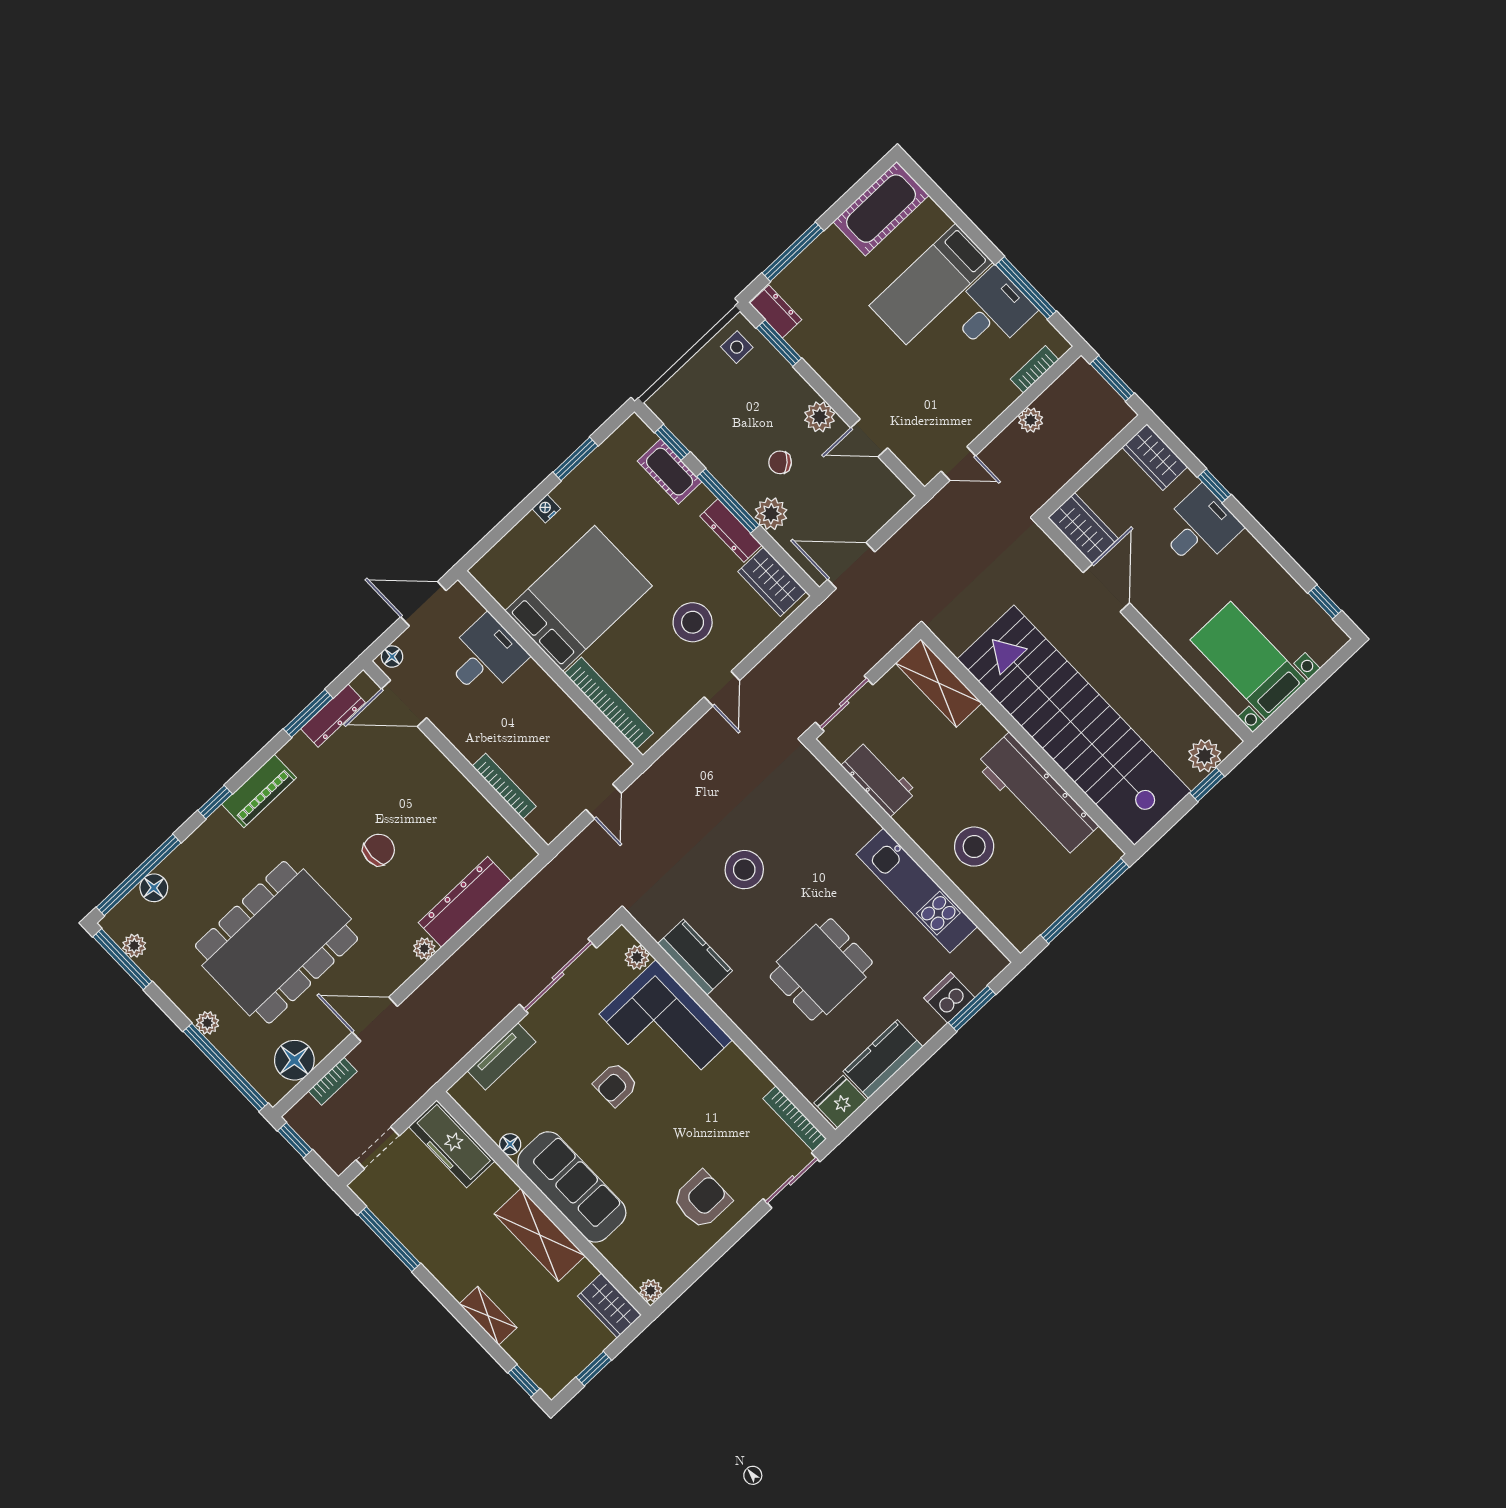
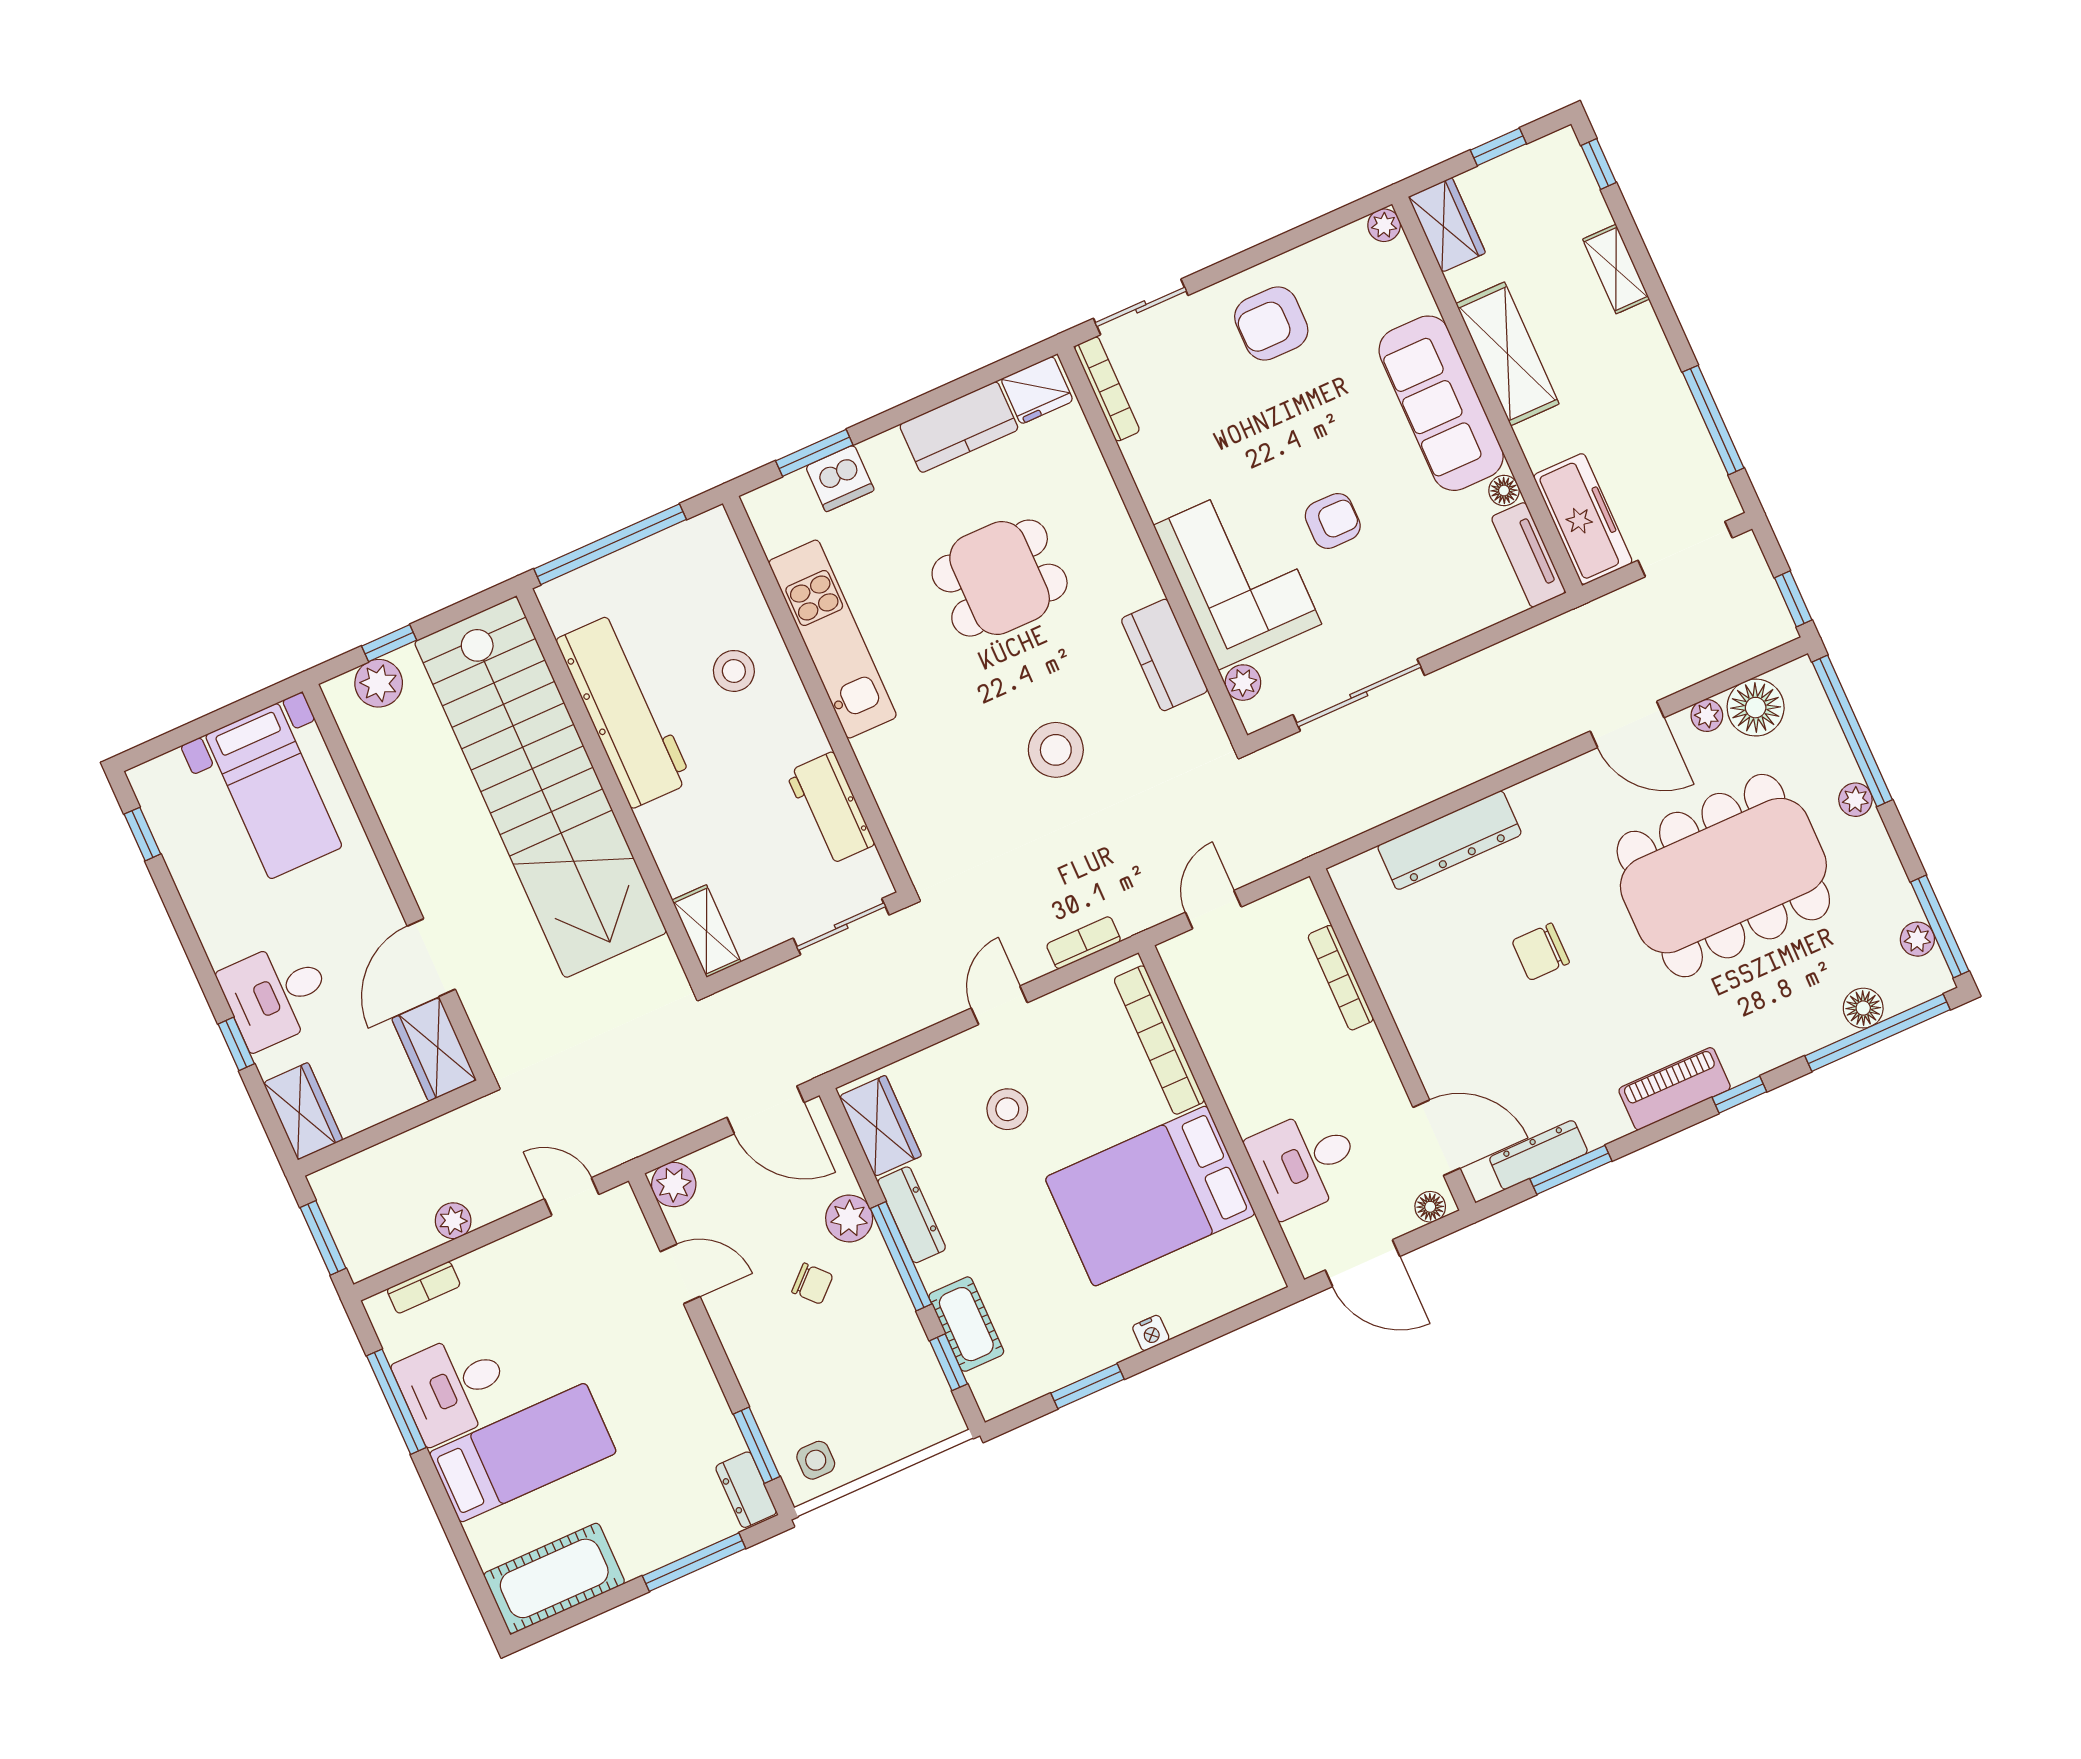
plant: (820, 417) -> (674, 1185), moved
stool: (693, 622) -> (1007, 1109), width x0.73, depth x0.73
shelving: (939, 683) -> (706, 931), width x0.67, depth x0.75
stool: (974, 847) -> (734, 671), width x0.73, depth x0.73
plant: (424, 949) -> (1707, 716), moved
tv unit: (502, 1056) -> (1528, 555), moved, turned -90
bookcase: (333, 1081) -> (1084, 943), moved
doorway: (378, 1148) -> (1685, 549), width x1.38

